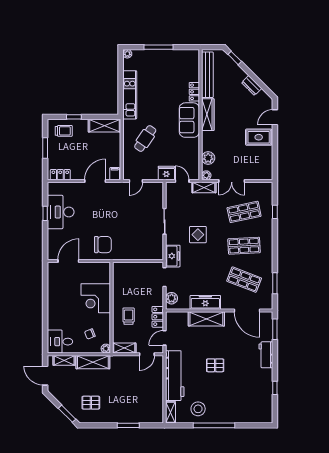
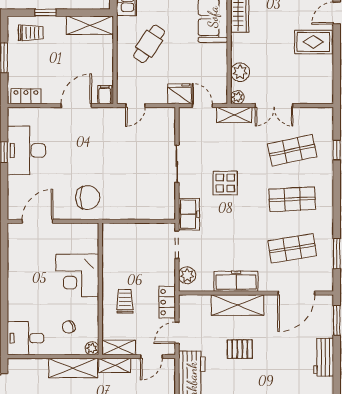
shop shelf: (244, 280) -> (292, 248), turned -30
door: (247, 310) -> (296, 293), hinge flipped
shelving: (64, 360) -> (115, 365), moved
pallet: (215, 365) -> (240, 349), moved

